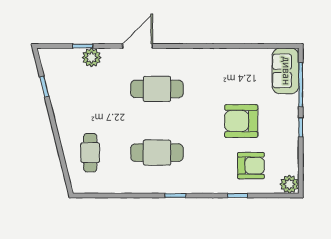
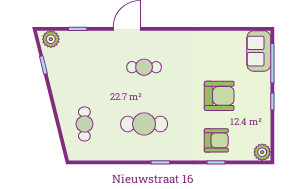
plant: (92, 58) -> (51, 39), moved
cafe table: (157, 89) -> (144, 67), width x0.73, depth x0.74
armchair: (241, 121) -> (219, 96), turned 180
armchair: (251, 166) -> (216, 140), moved

